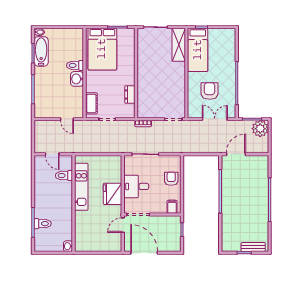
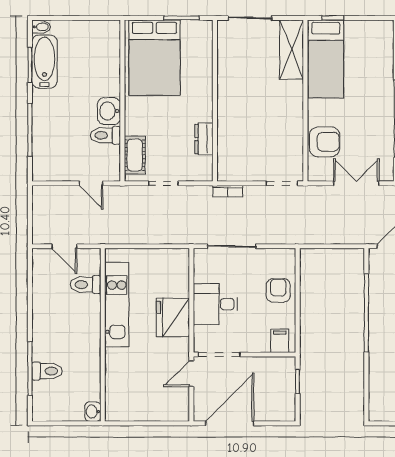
toilet: (75, 65) -> (105, 135), moved
armchair: (210, 91) -> (325, 142), moved, turned 90
door: (144, 253) -> (230, 423), hinge flipped

